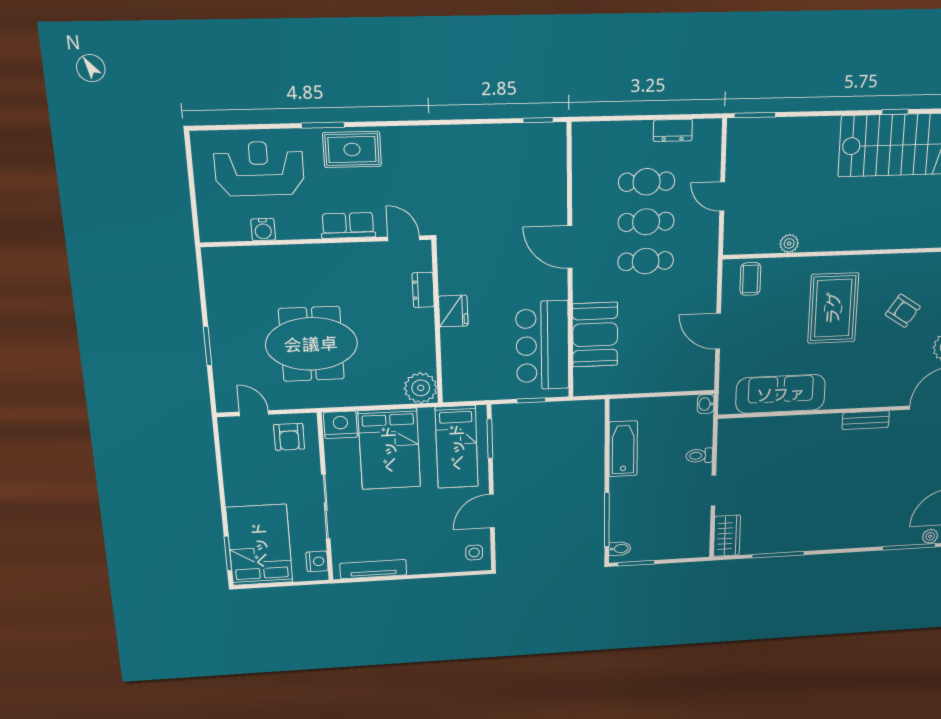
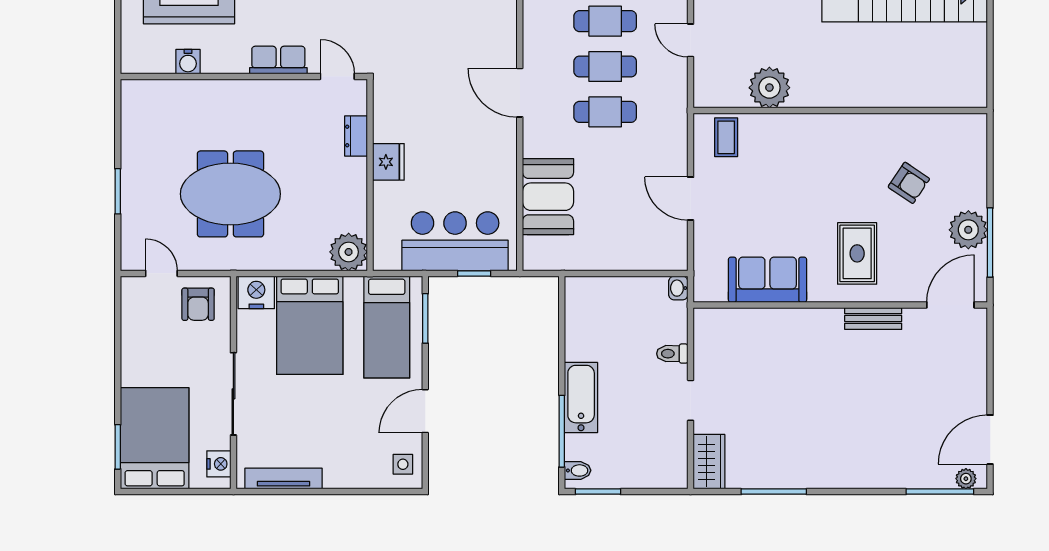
plant: (789, 243) -> (769, 88), width x1.87, depth x1.87
rug: (833, 308) -> (857, 253), moved, width x0.73, depth x0.70
bar counter: (542, 346) -> (455, 241), moved, turned 90
sofa: (781, 394) -> (767, 280), width x0.73
bathtub: (623, 449) -> (581, 398), moved

